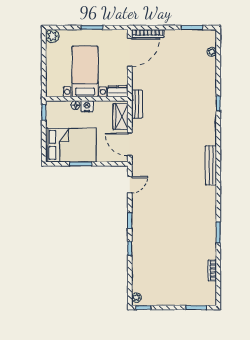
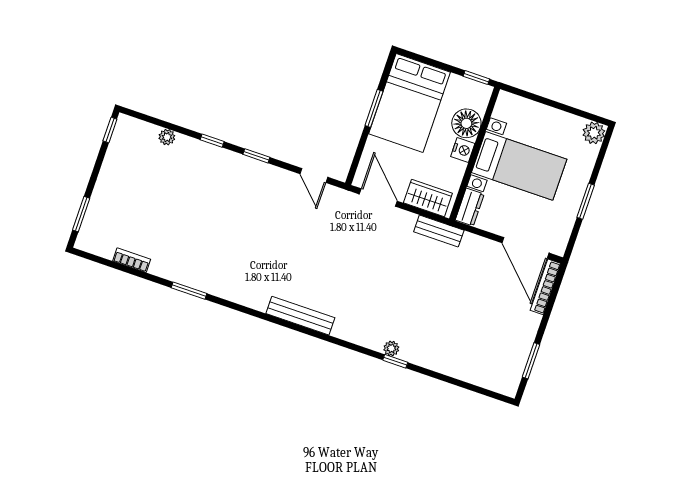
plant: (212, 52) -> (391, 348), moved
floor lamp: (75, 105) -> (466, 123), width x1.89, depth x1.89
door: (130, 144) -> (378, 198), hinge flipped
plant: (136, 298) -> (167, 137), moved

